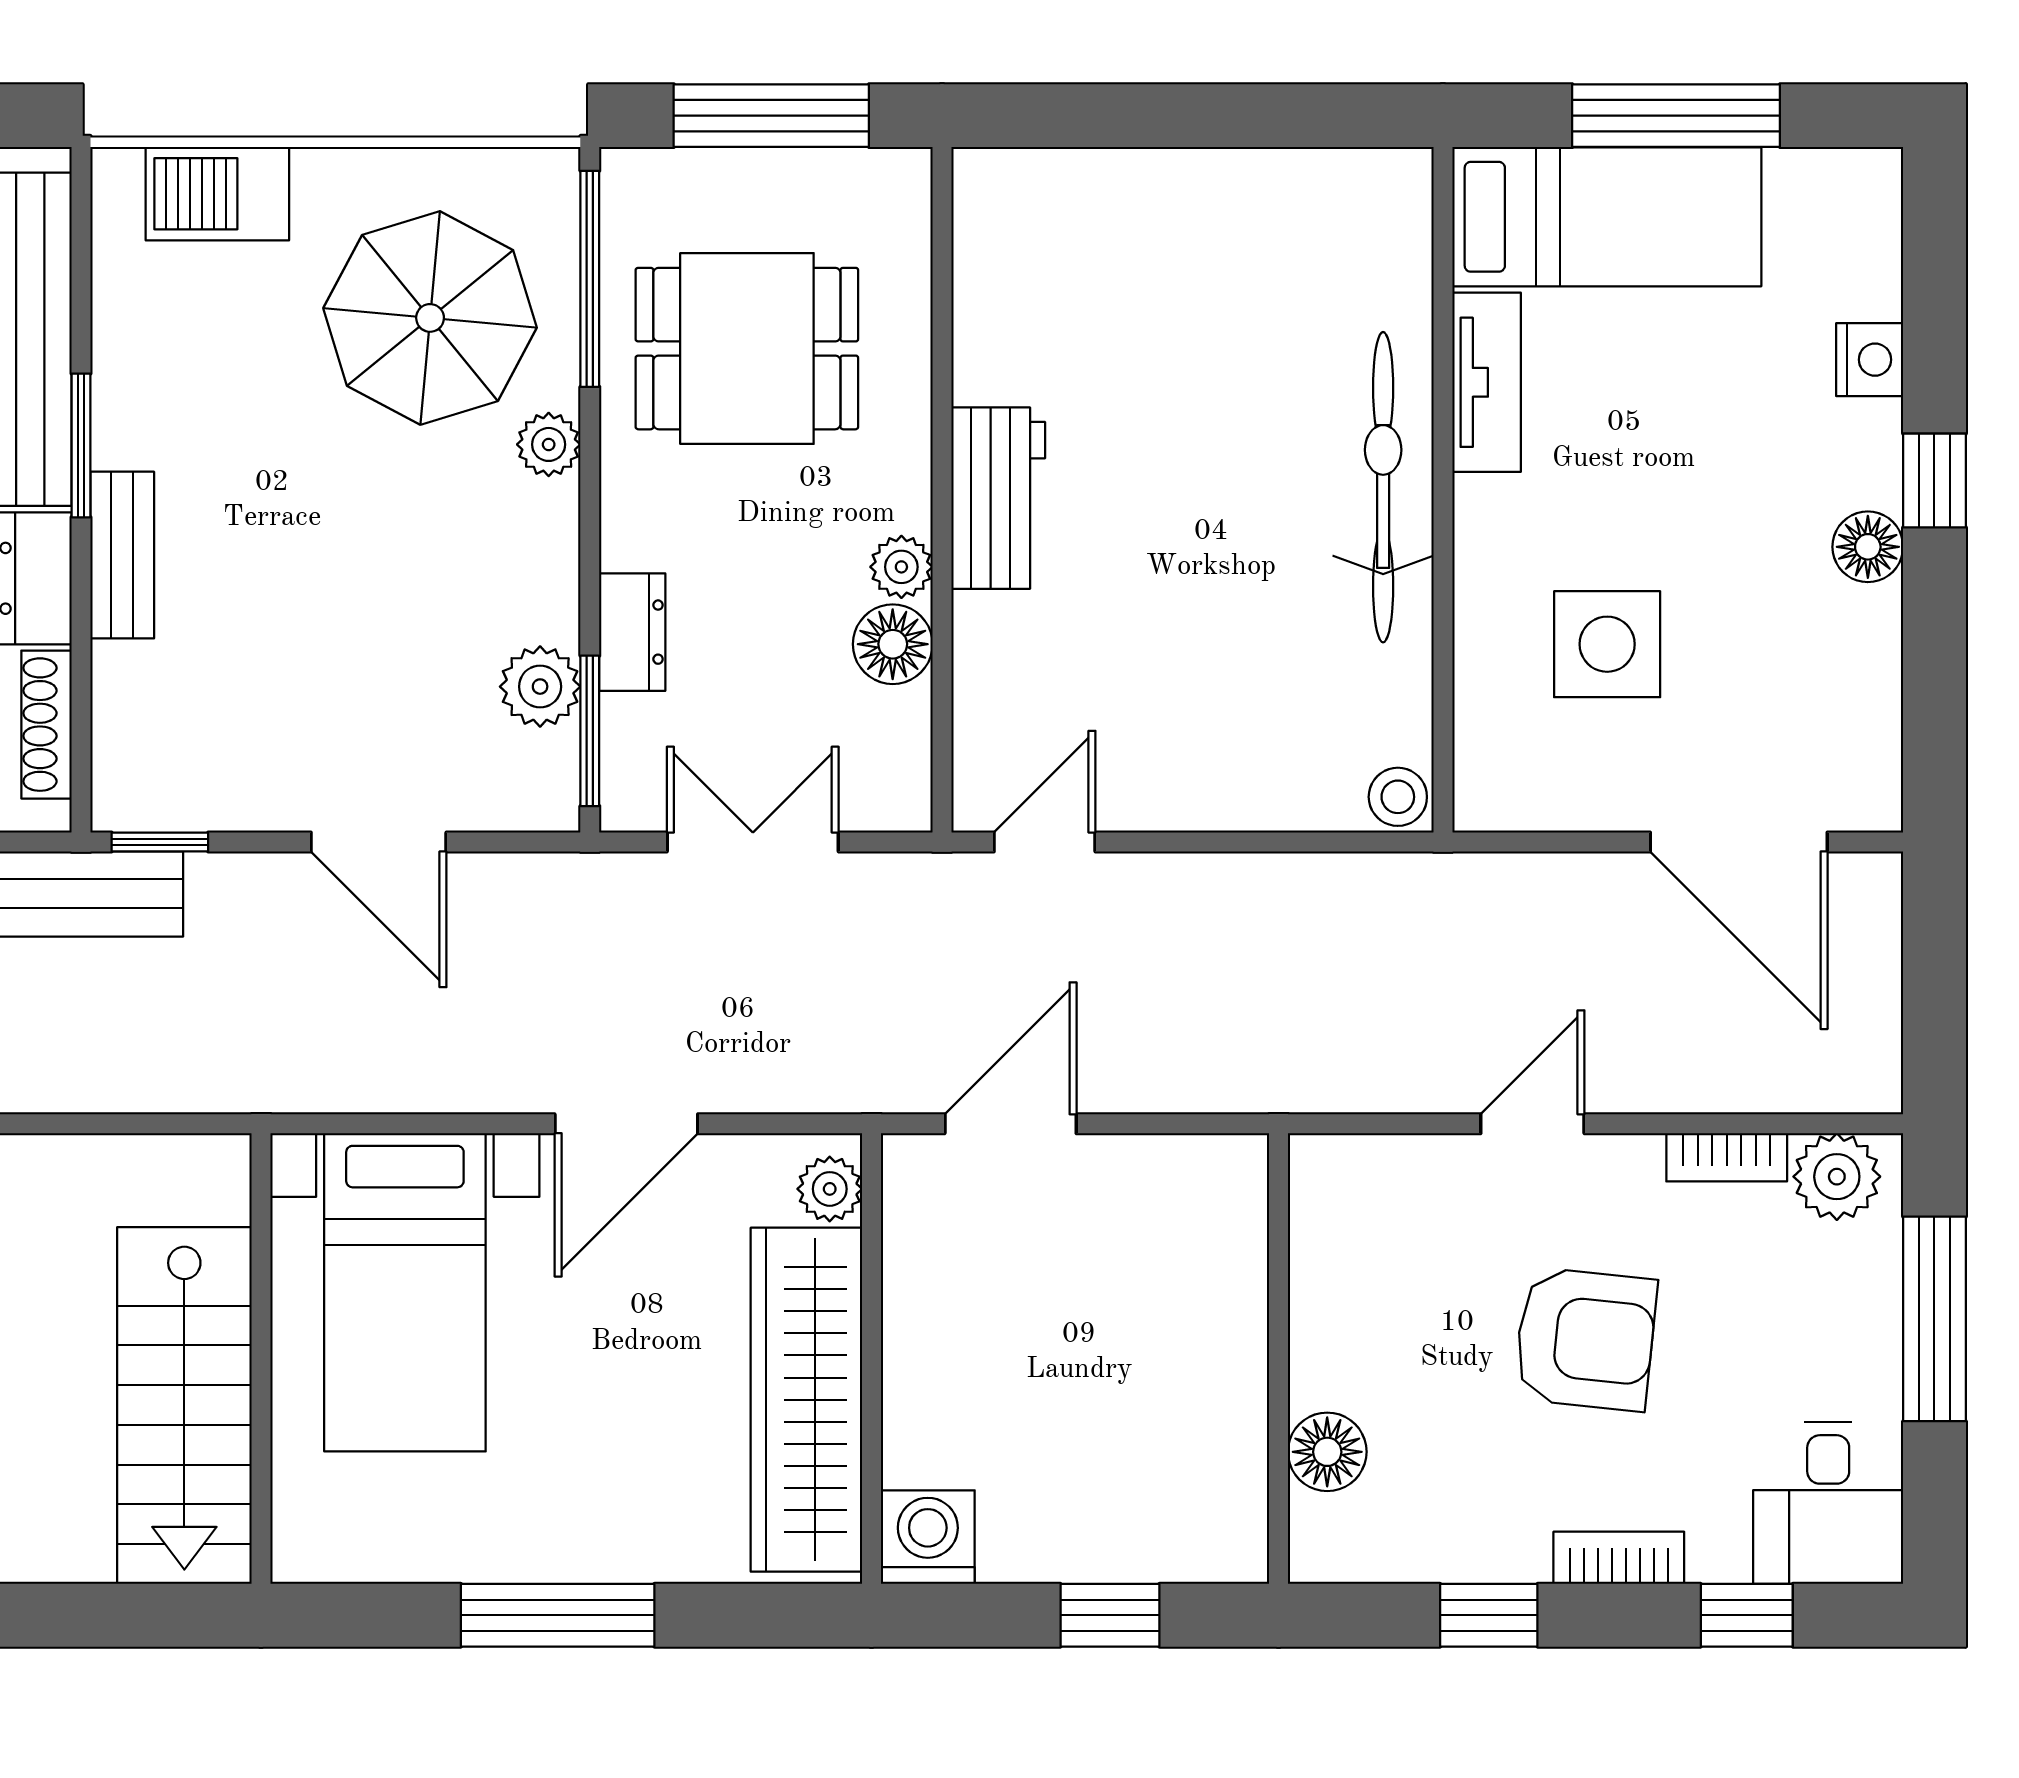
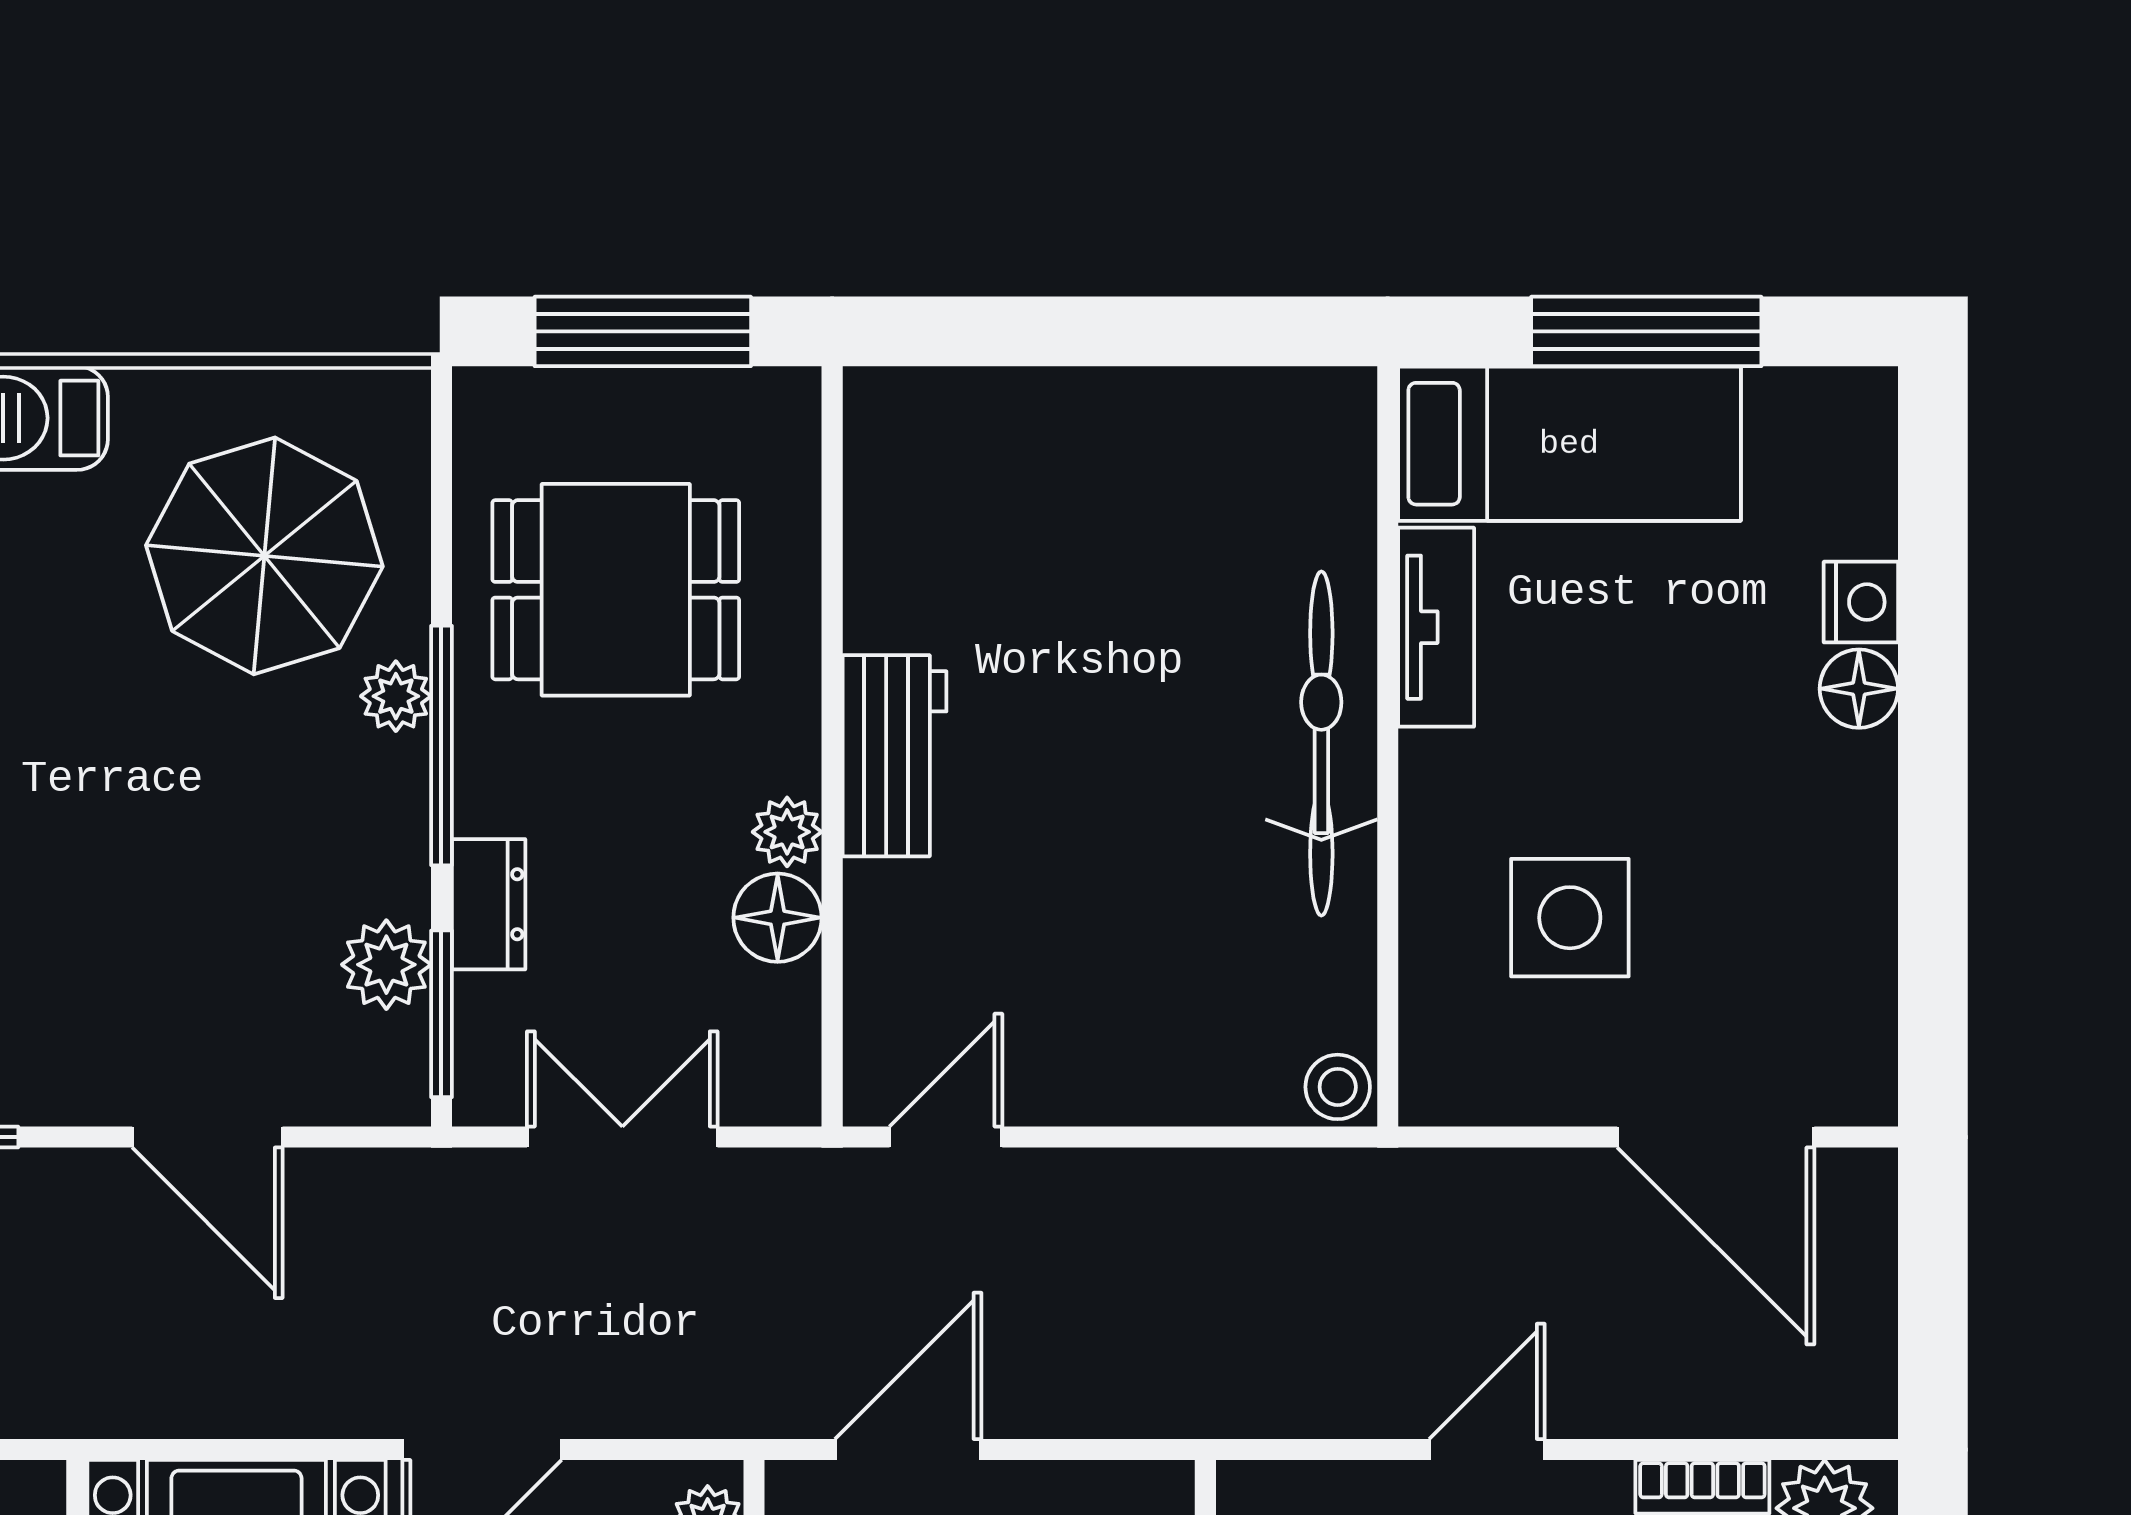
window: (590, 279) -> (441, 745), moved
window: (1934, 481) -> (1933, 736), removed
floor lamp: (1868, 547) -> (1859, 689), moved

